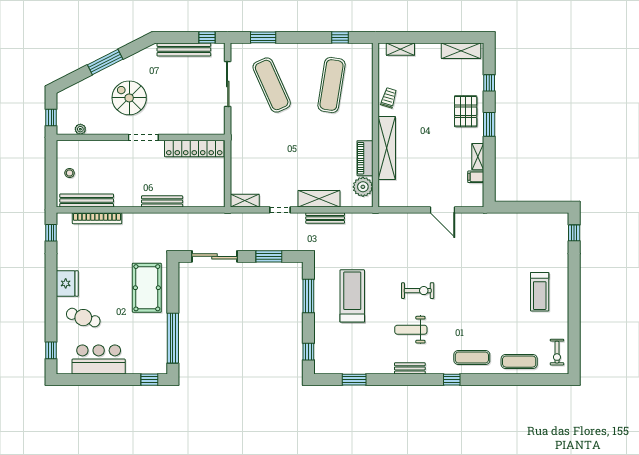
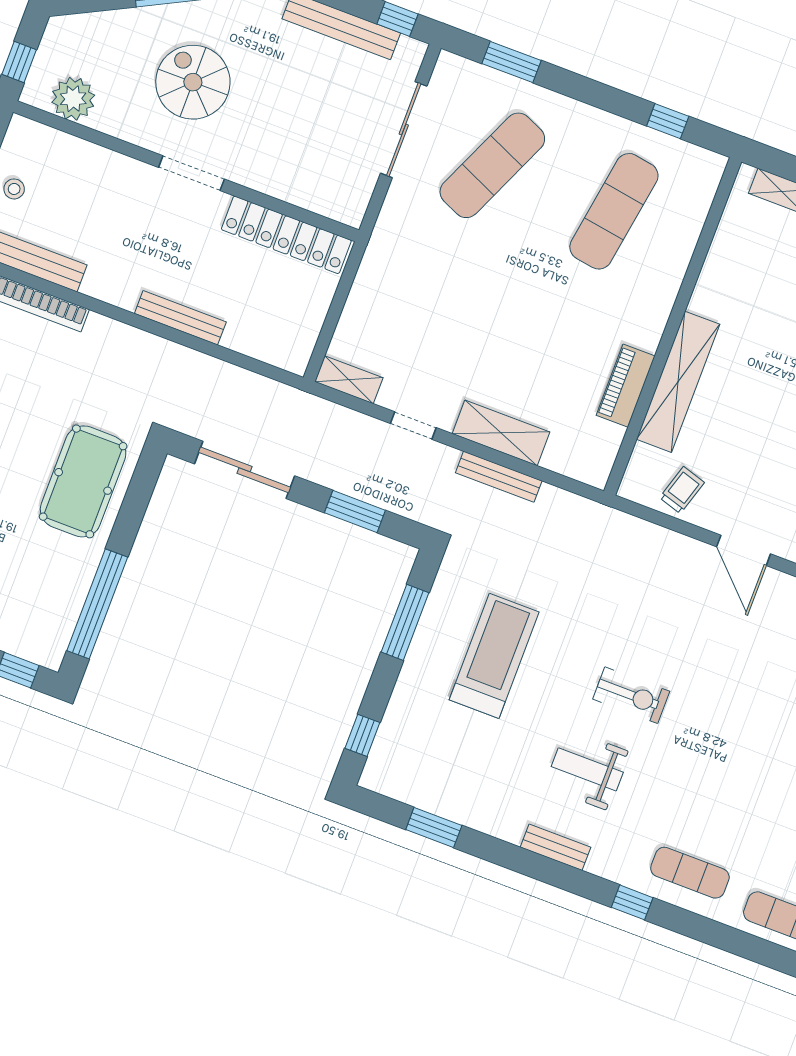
exercise mat: (272, 85) -> (492, 165), turned 48
trolley: (389, 98) -> (682, 490), moved
plant: (80, 129) -> (73, 99), width x1.87, depth x1.87
plant: (363, 187) -> (600, 442), removed

